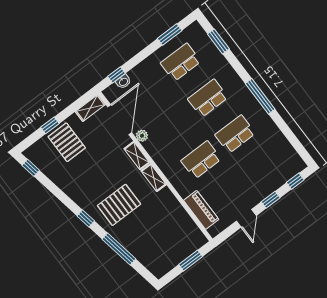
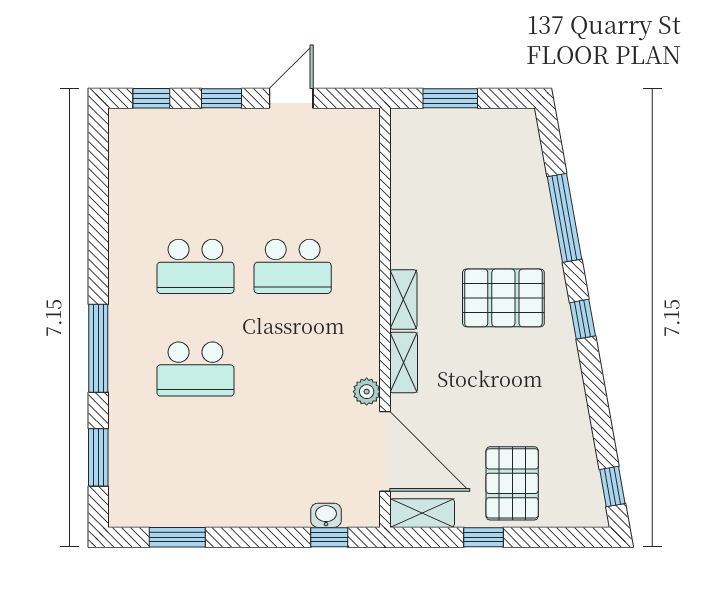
school desk: (181, 62) -> (195, 472), removed
window: (260, 96) -> (98, 348), moved
door: (120, 120) -> (385, 451), swing flipped
window: (50, 125) -> (483, 537), moved
piano: (201, 210) -> (361, 176), removed

